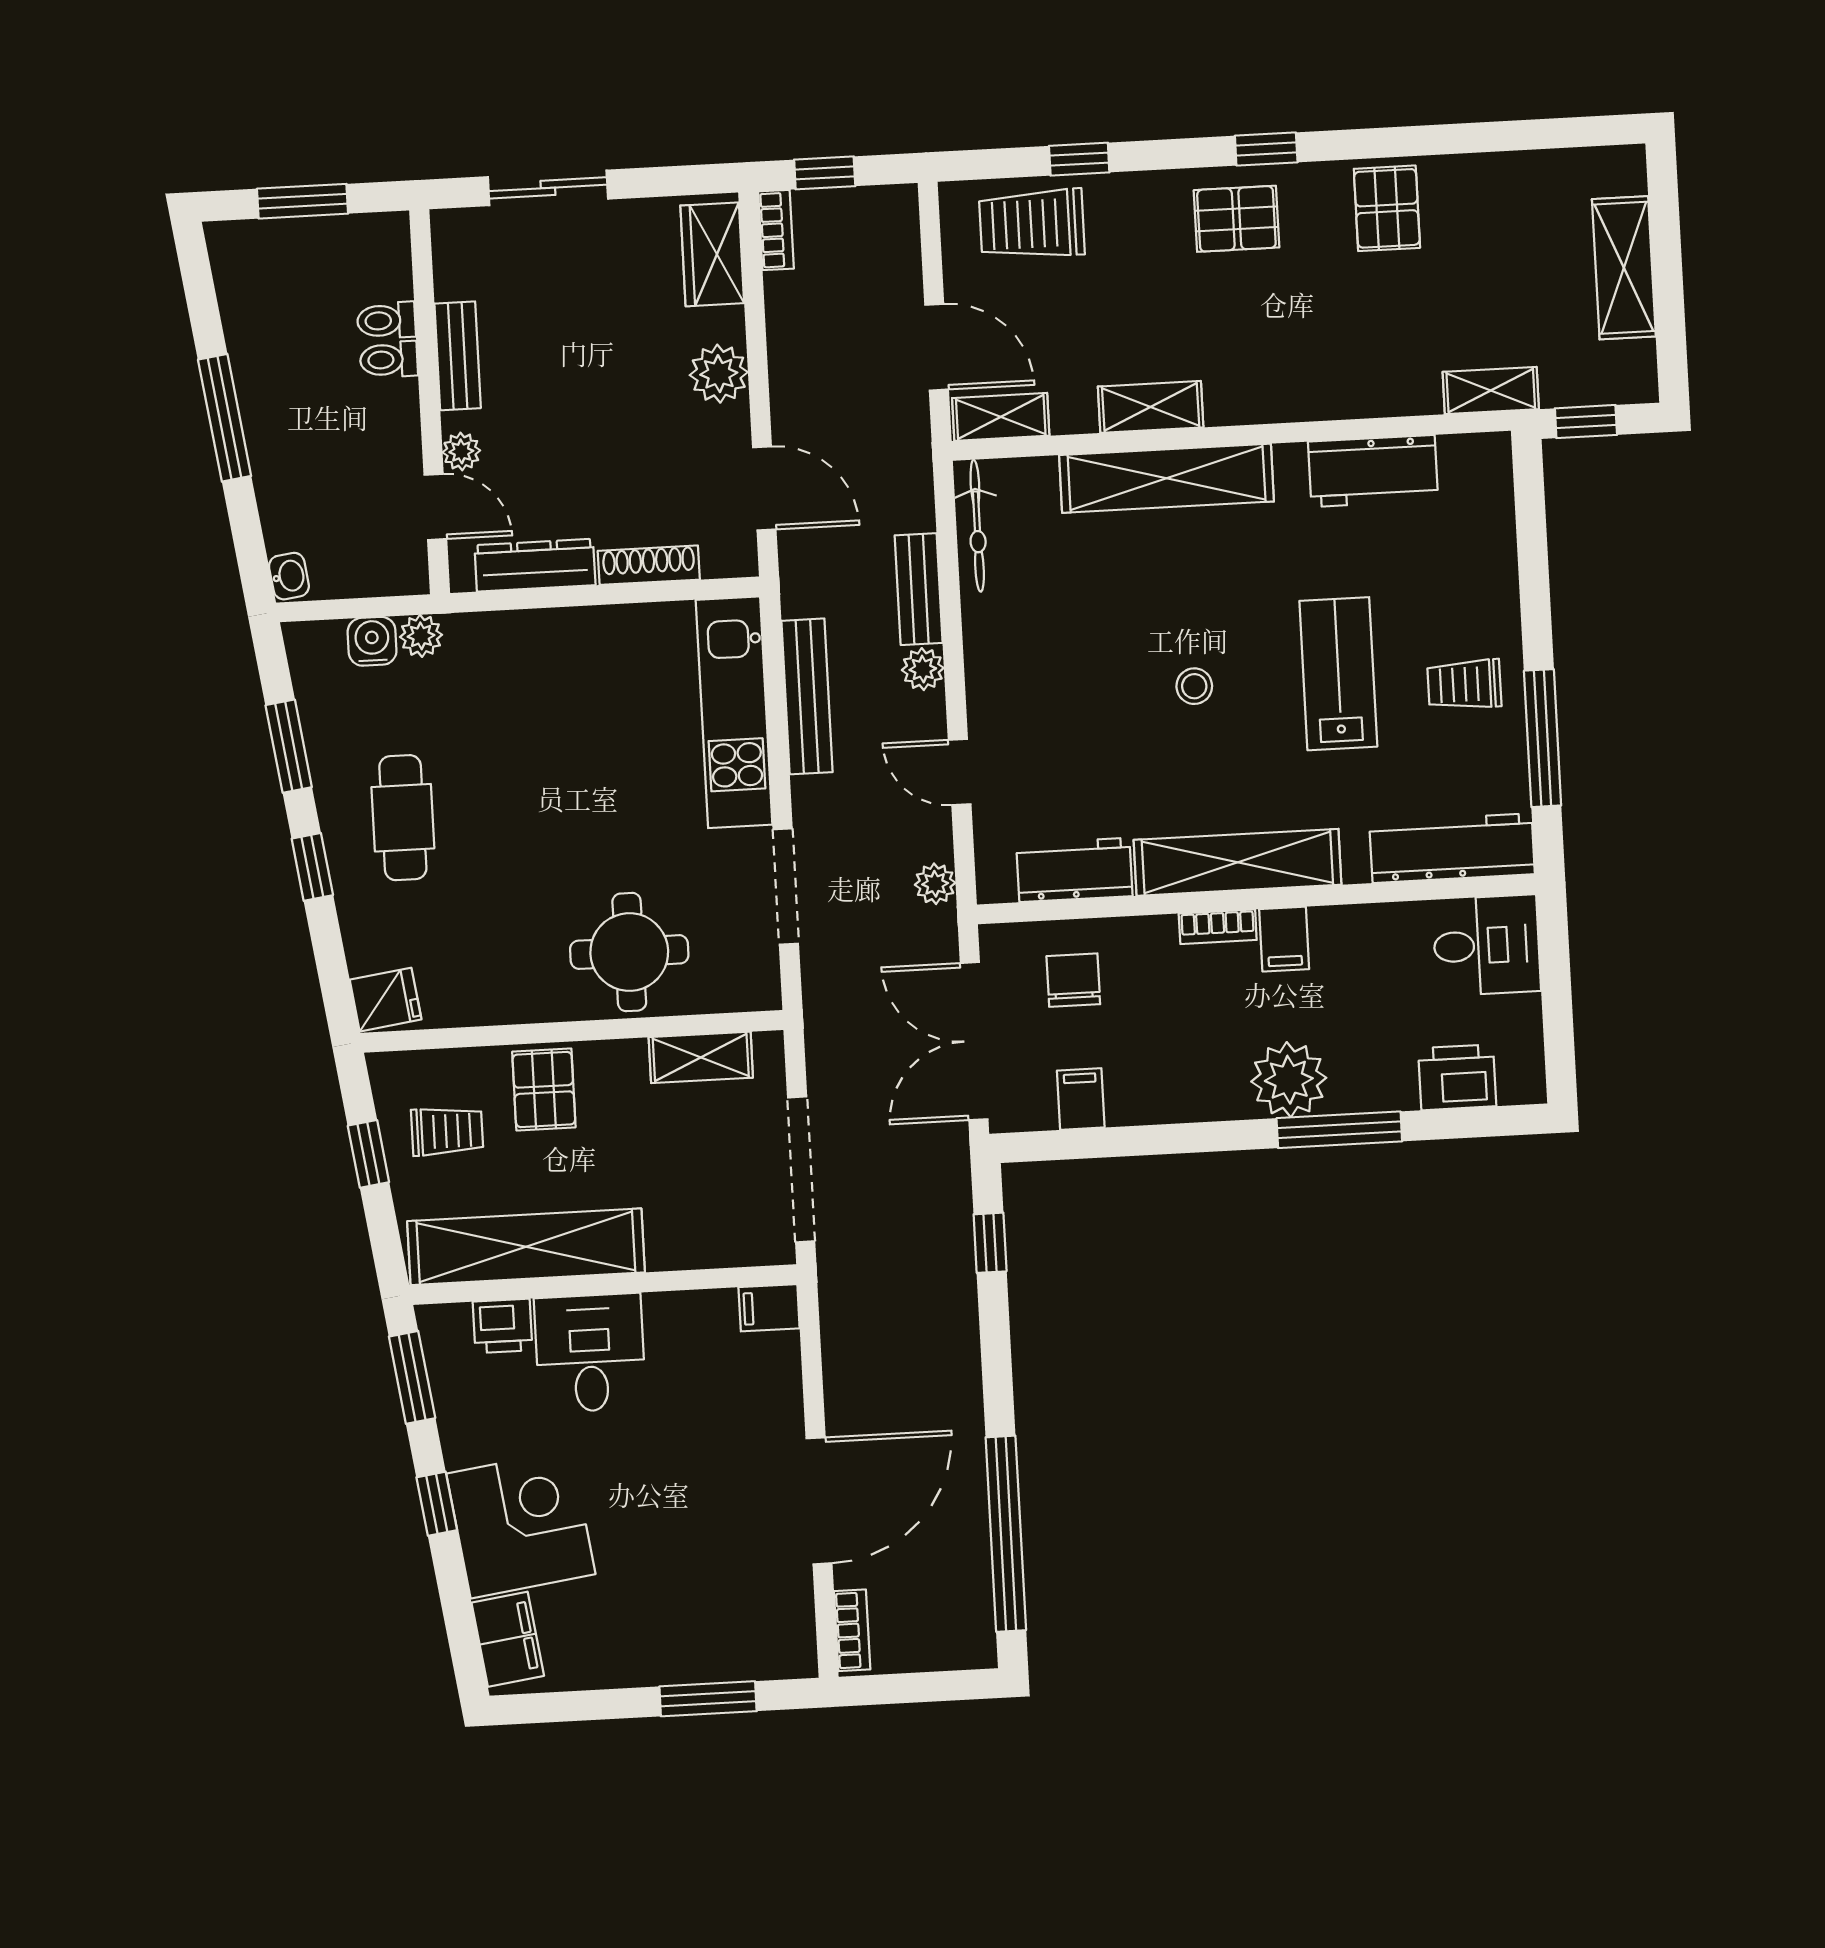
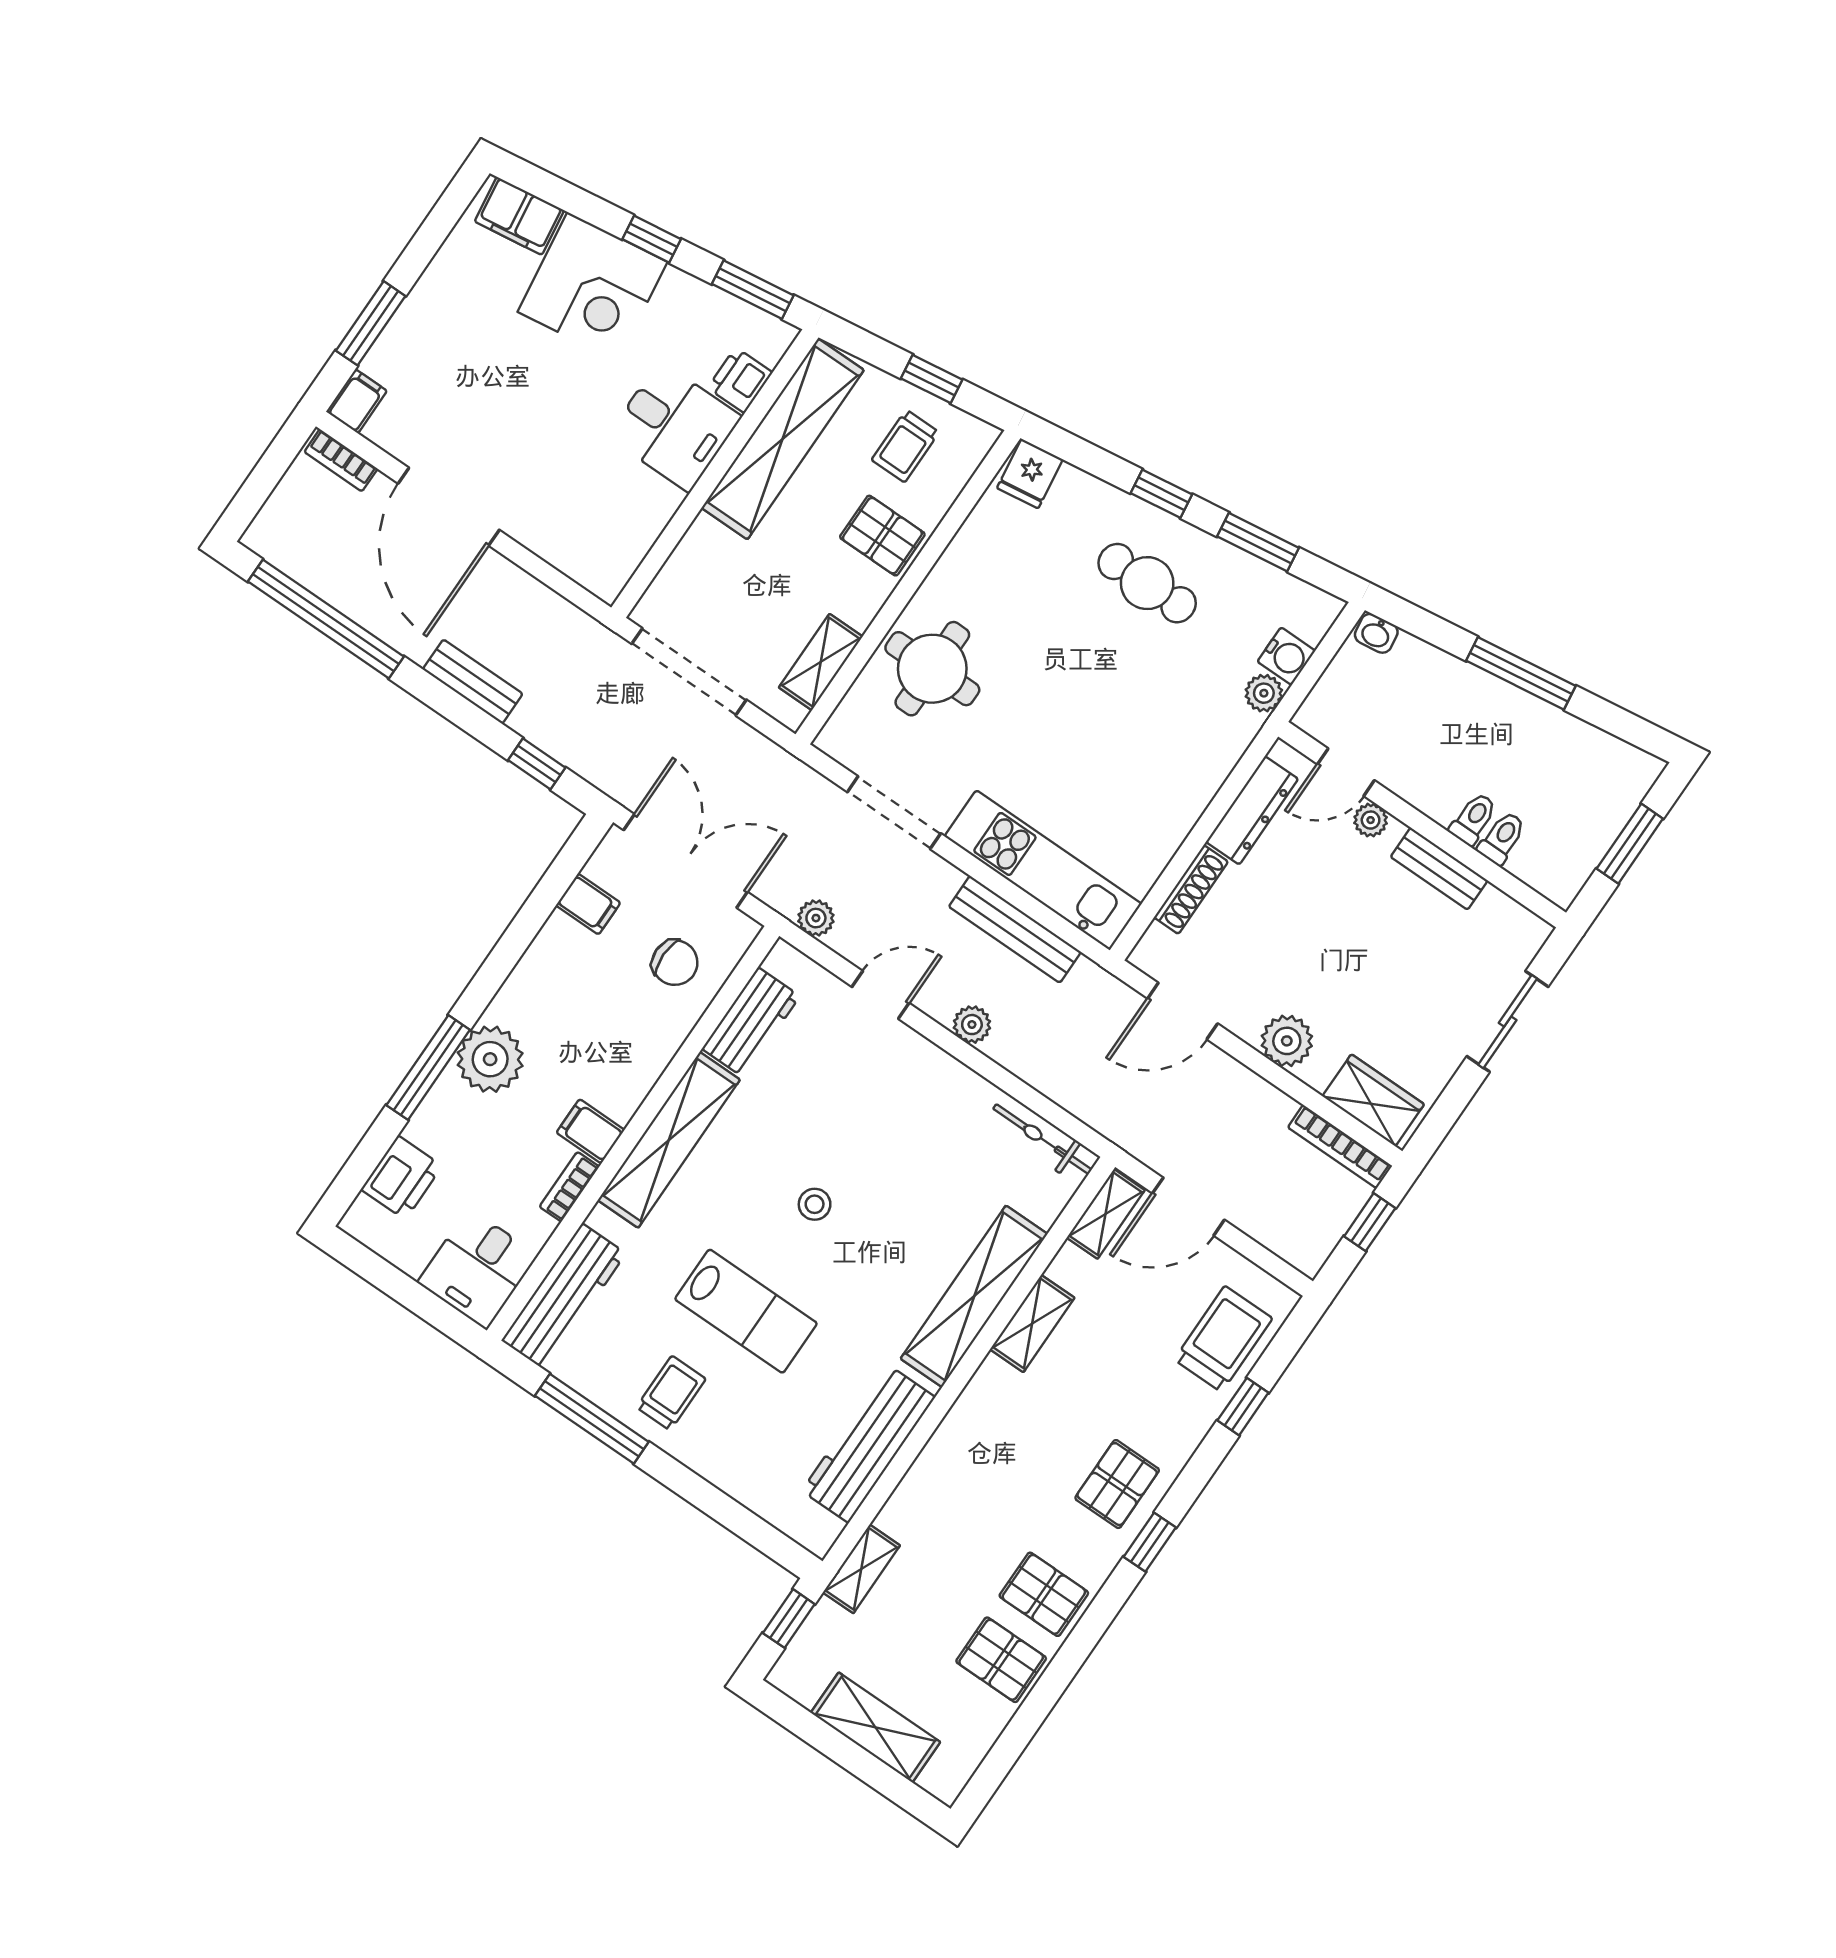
pallet: (1476, 201) -> (1001, 1660), added
bookcase: (776, 230) -> (1340, 1147), width x1.56
workbench: (1373, 471) -> (868, 1444), width x1.38
bench: (919, 589) -> (473, 682), moved
bookcase: (1218, 927) -> (569, 1187), moved
filing cabinet: (769, 1308) -> (357, 401), moved

